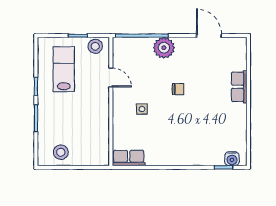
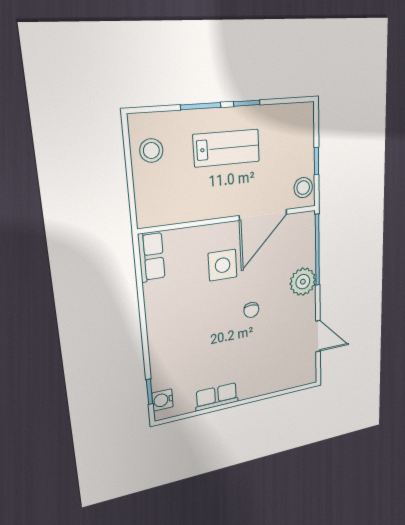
door: (209, 36) -> (318, 336), hinge flipped
lab bench: (64, 69) -> (227, 148), moved
door: (111, 78) -> (263, 215), width x1.87
row of seats: (239, 87) -> (217, 397), moved
side table: (142, 109) -> (223, 265), width x1.87, depth x1.87

